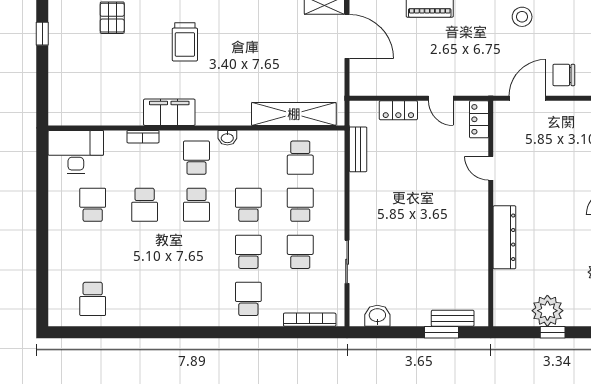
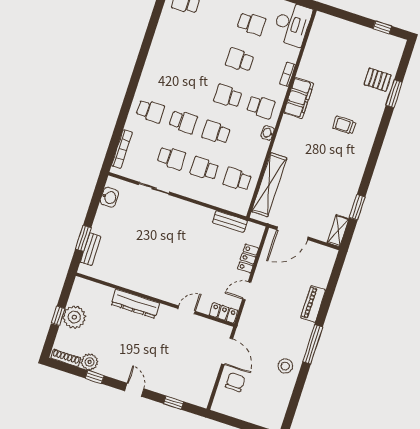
door: (347, 36) -> (292, 233), moved
trolley: (185, 42) -> (344, 125), width x0.73, depth x0.72
school desk: (248, 205) -> (216, 132), turned 180
school desk: (300, 205) -> (204, 169), turned 180

